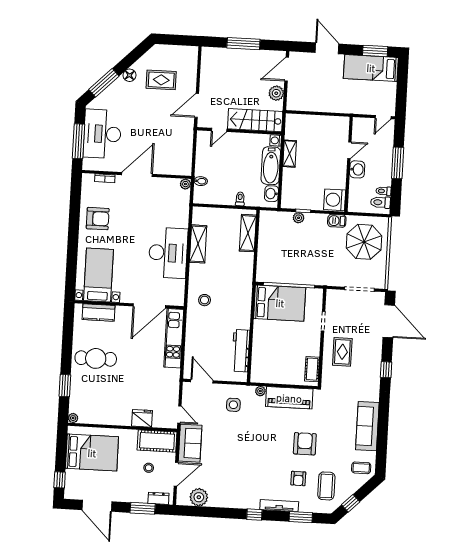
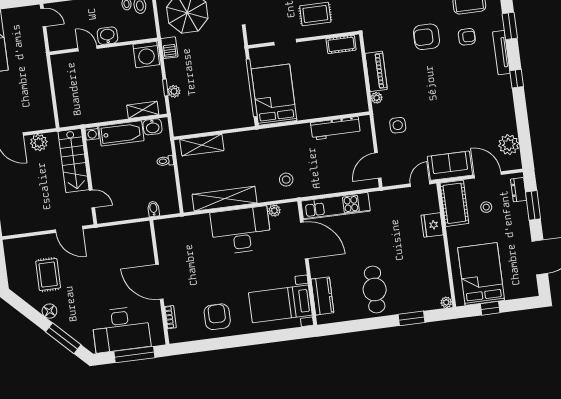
shelving: (290, 154) -> (143, 110), moved
plant: (185, 184) -> (274, 211), moved
shelving: (198, 244) -> (225, 199), width x1.47
piano: (289, 398) -> (376, 71), width x0.73, depth x0.75
window: (60, 480) -> (490, 308), moved

